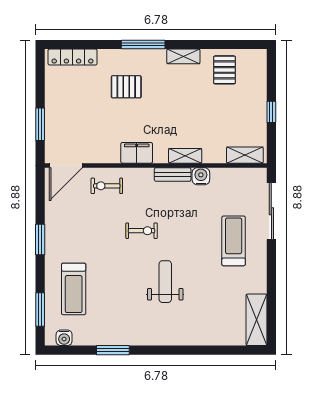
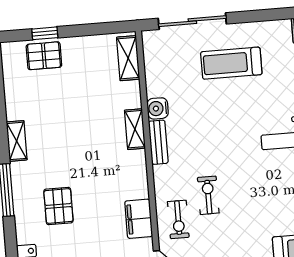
pallet: (224, 70) -> (44, 56), moved
window: (271, 112) -> (45, 33), moved
filing cabinet: (137, 153) -> (139, 219), moved
exercise bike: (142, 231) -> (208, 195), moved

